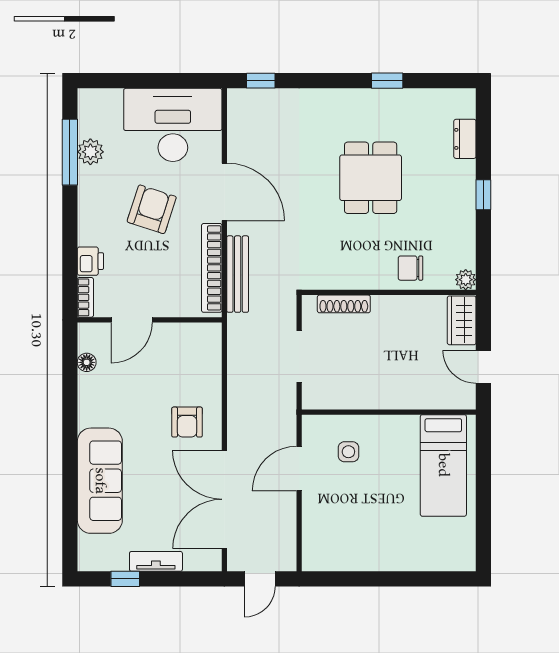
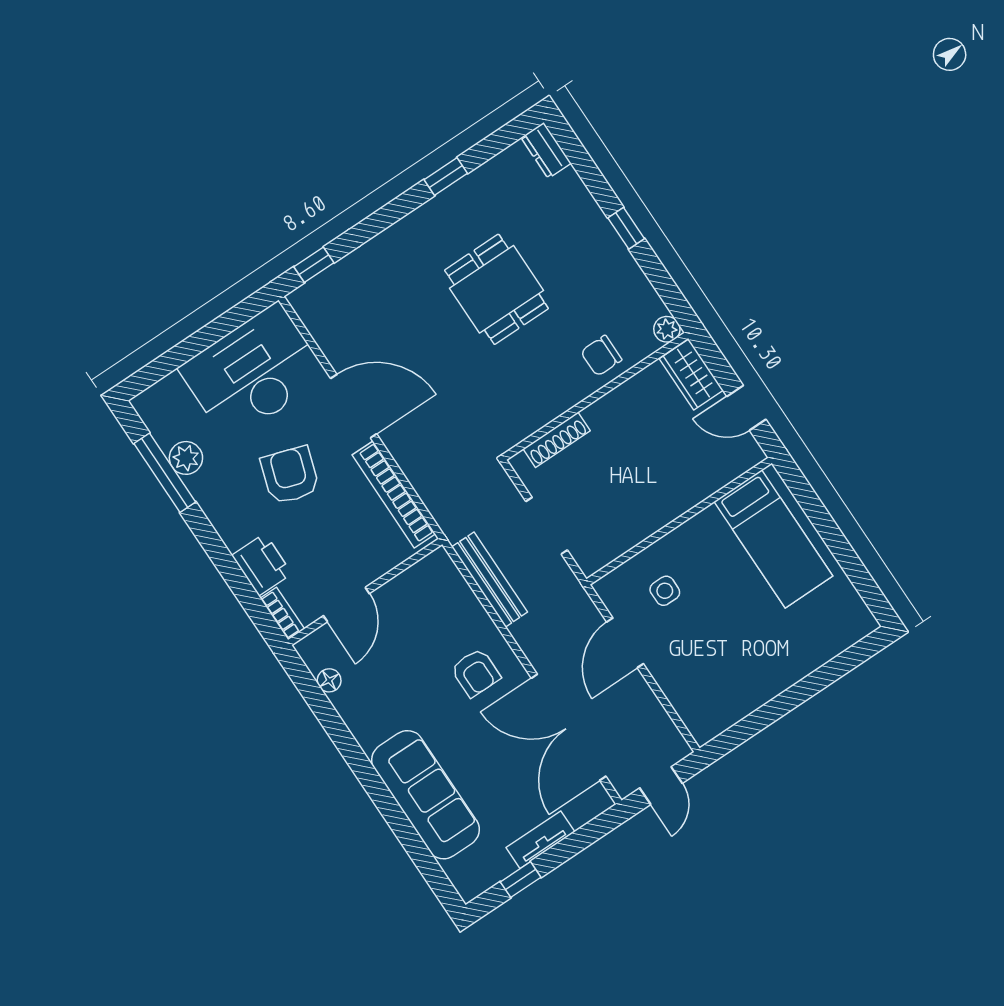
dresser: (465, 139) -> (546, 150), moved
printer: (90, 261) -> (262, 565), width x1.36, depth x1.24
bench: (238, 274) -> (490, 579), moved

